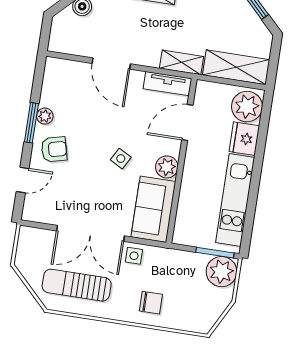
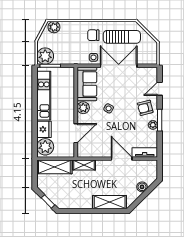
tv unit: (167, 84) -> (145, 152), moved
chair: (151, 303) -> (93, 35), moved
plant: (197, 322) -> (54, 27), added

